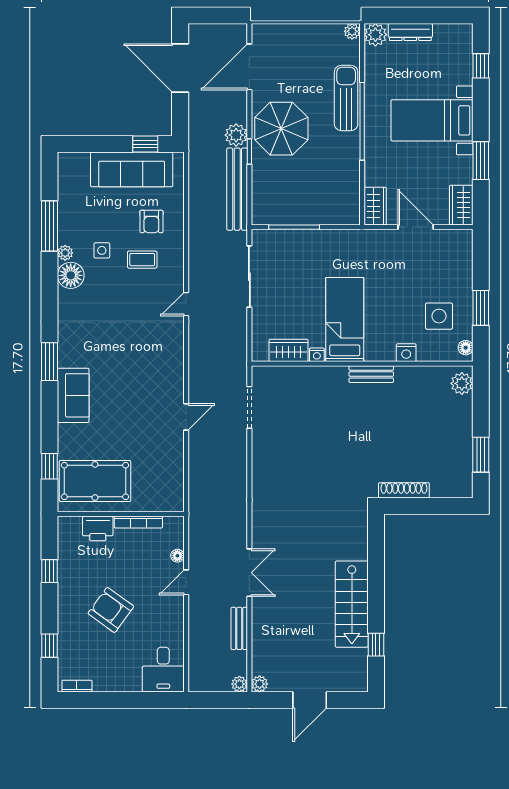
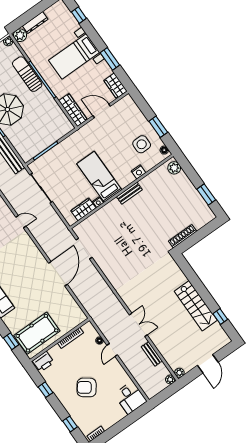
wardrobe: (375, 206) -> (73, 110), width x1.50
door: (186, 304) -> (21, 222), swing flipped
door: (186, 417) -> (58, 274), width x1.88
printer: (98, 528) -> (43, 362), moved

